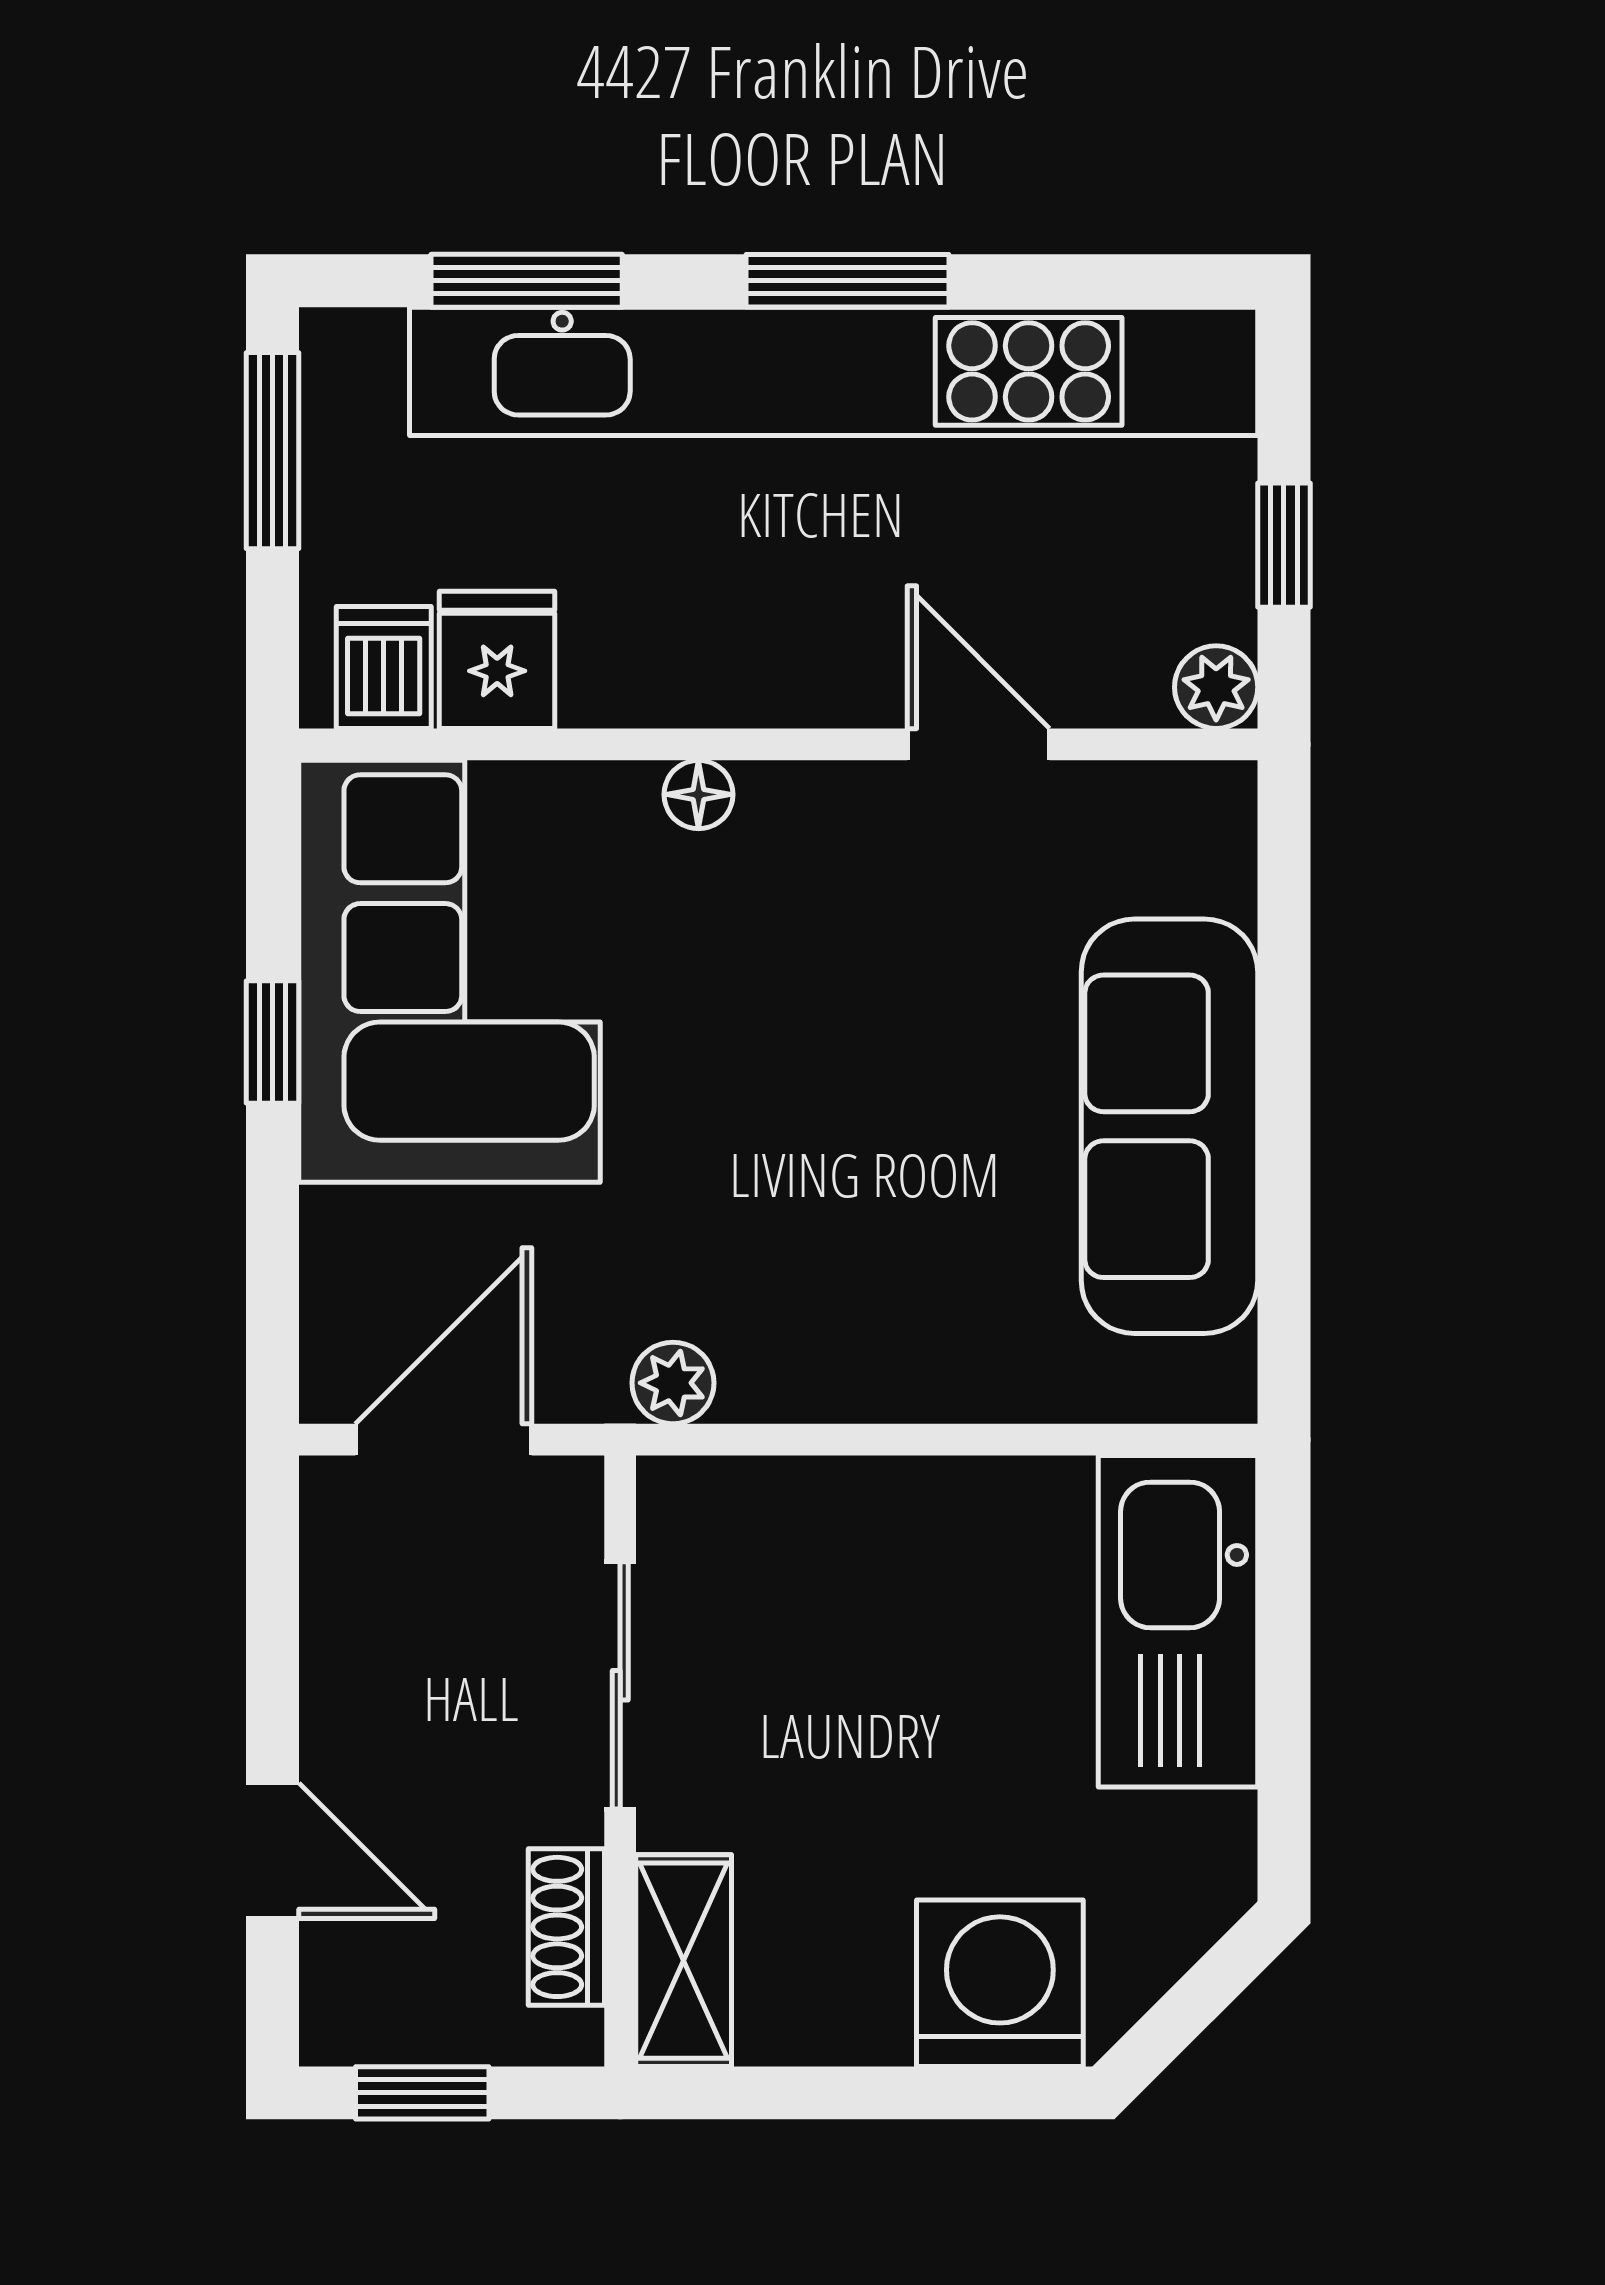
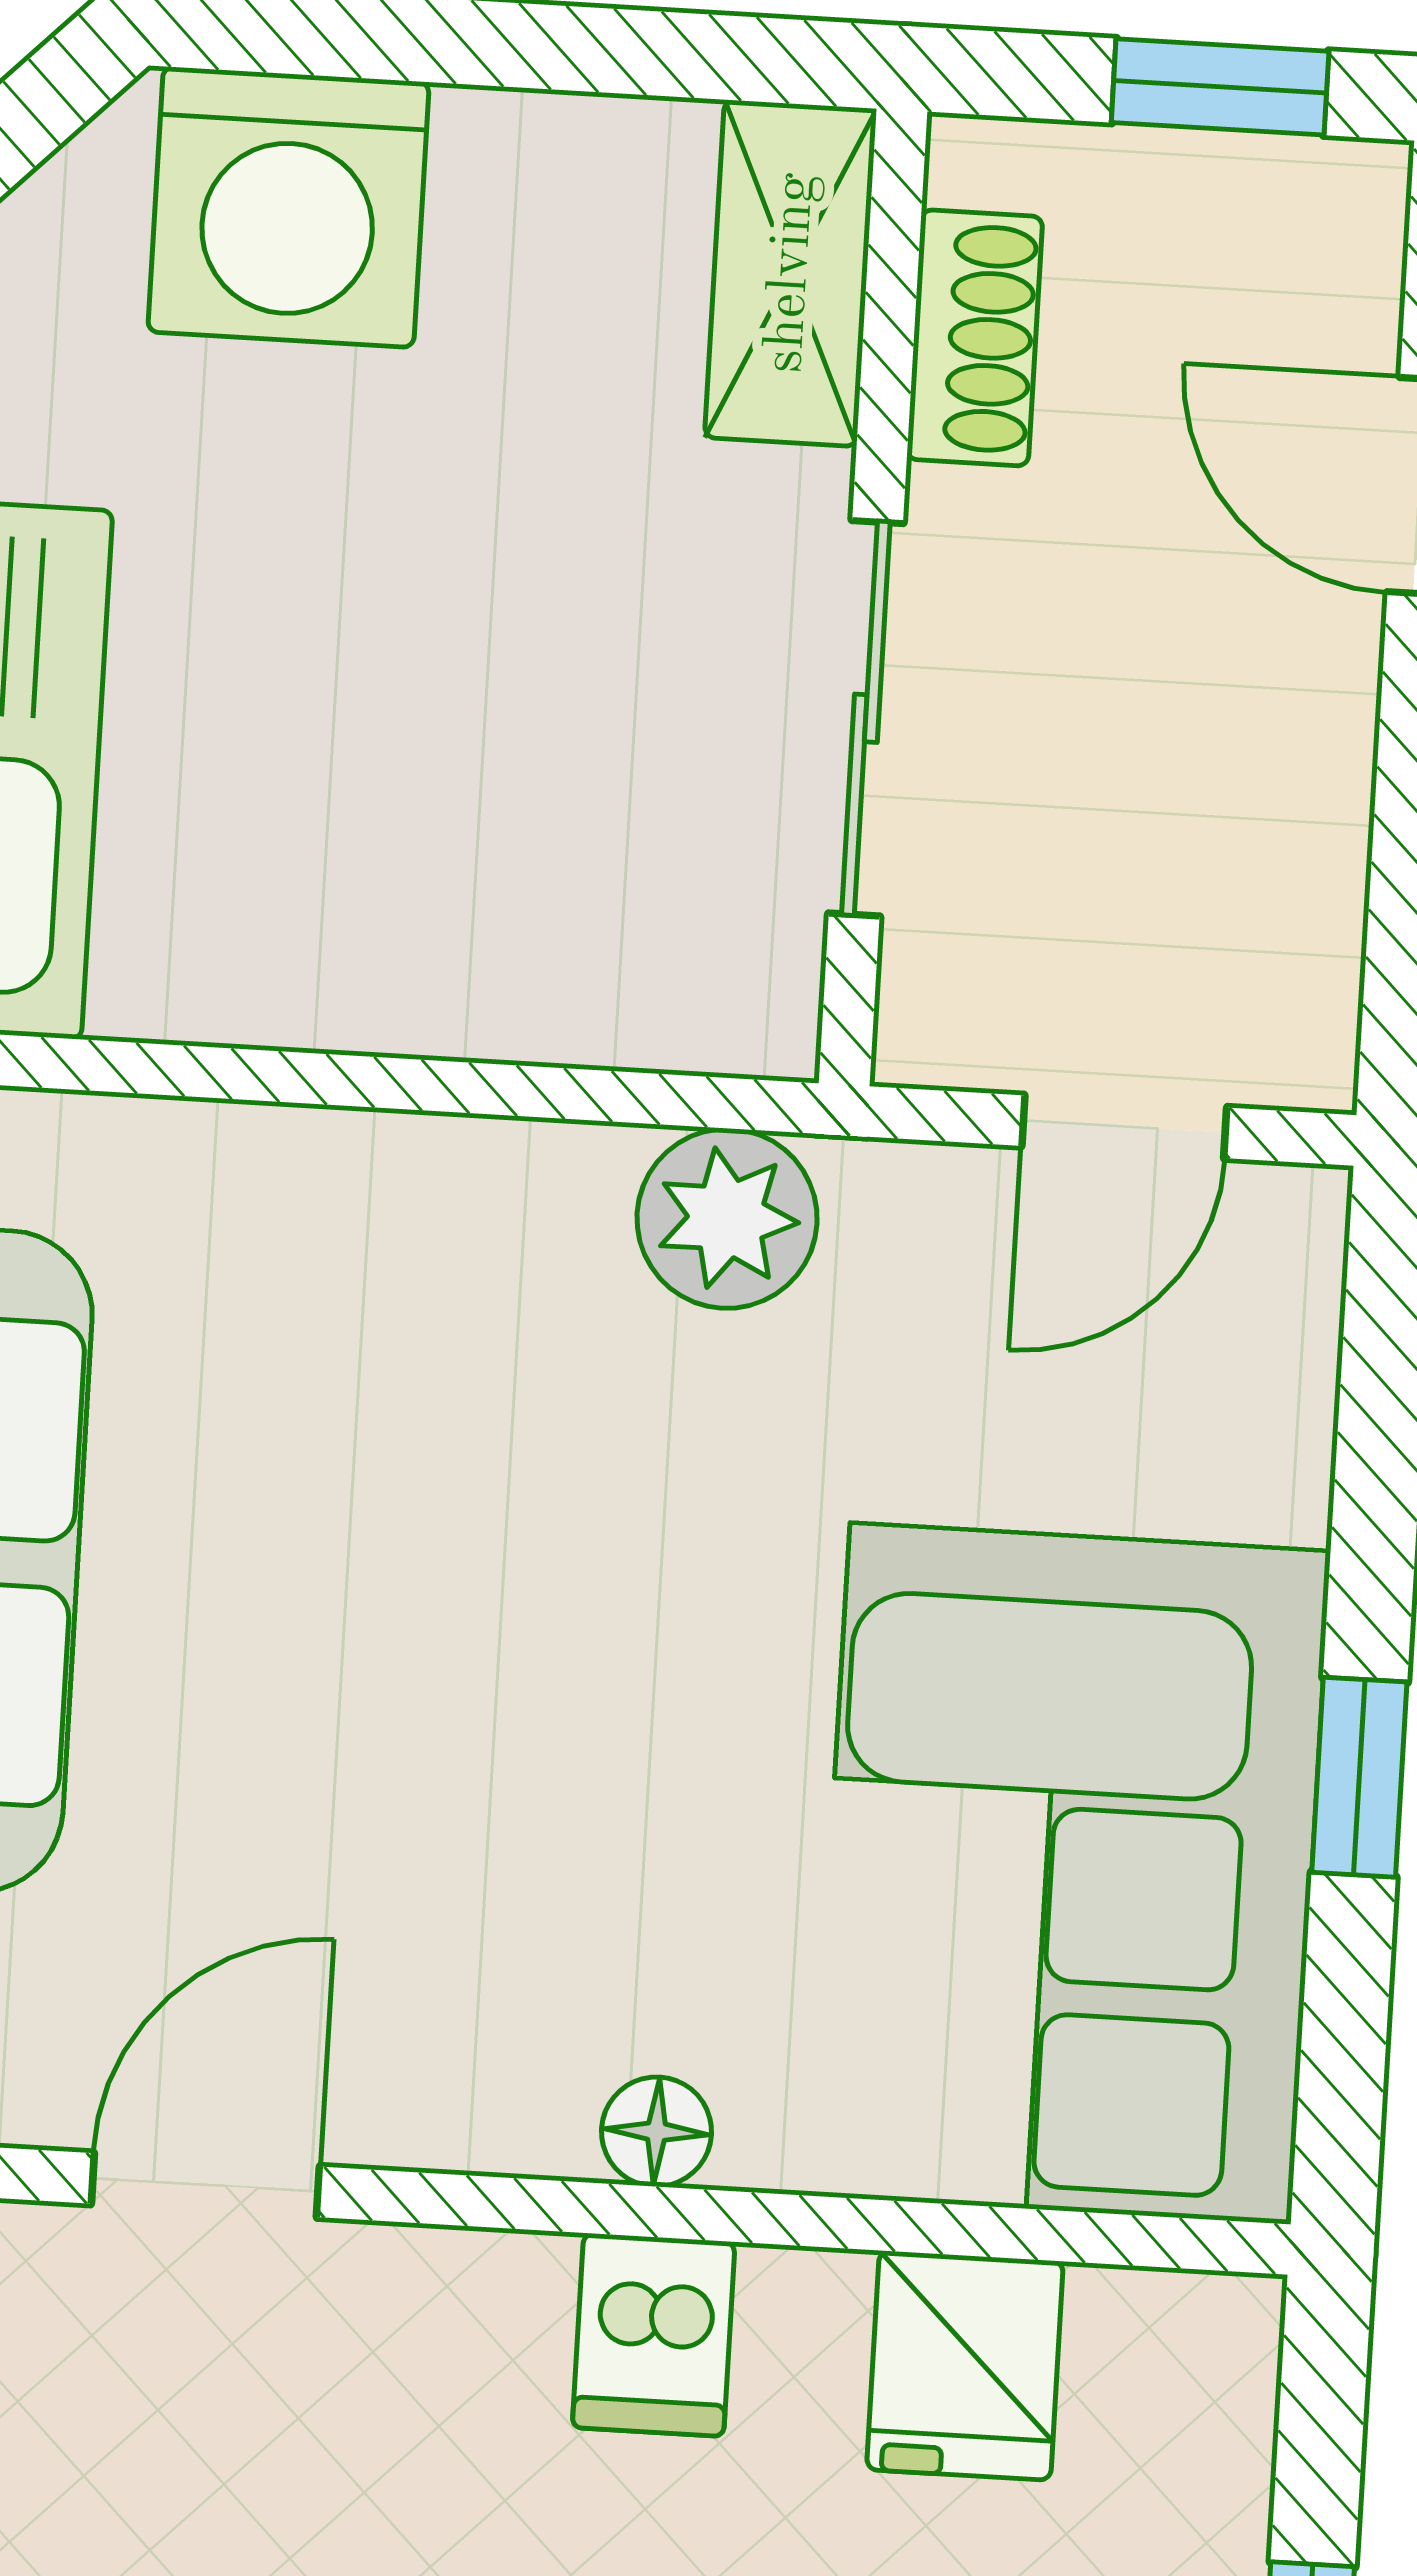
dishwasher: (384, 667) -> (654, 2335), moved
door: (978, 744) -> (205, 2185), swing flipped
plant: (673, 1383) -> (727, 1219), width x1.38, depth x1.38
door: (444, 1440) -> (1124, 1127), width x0.73

